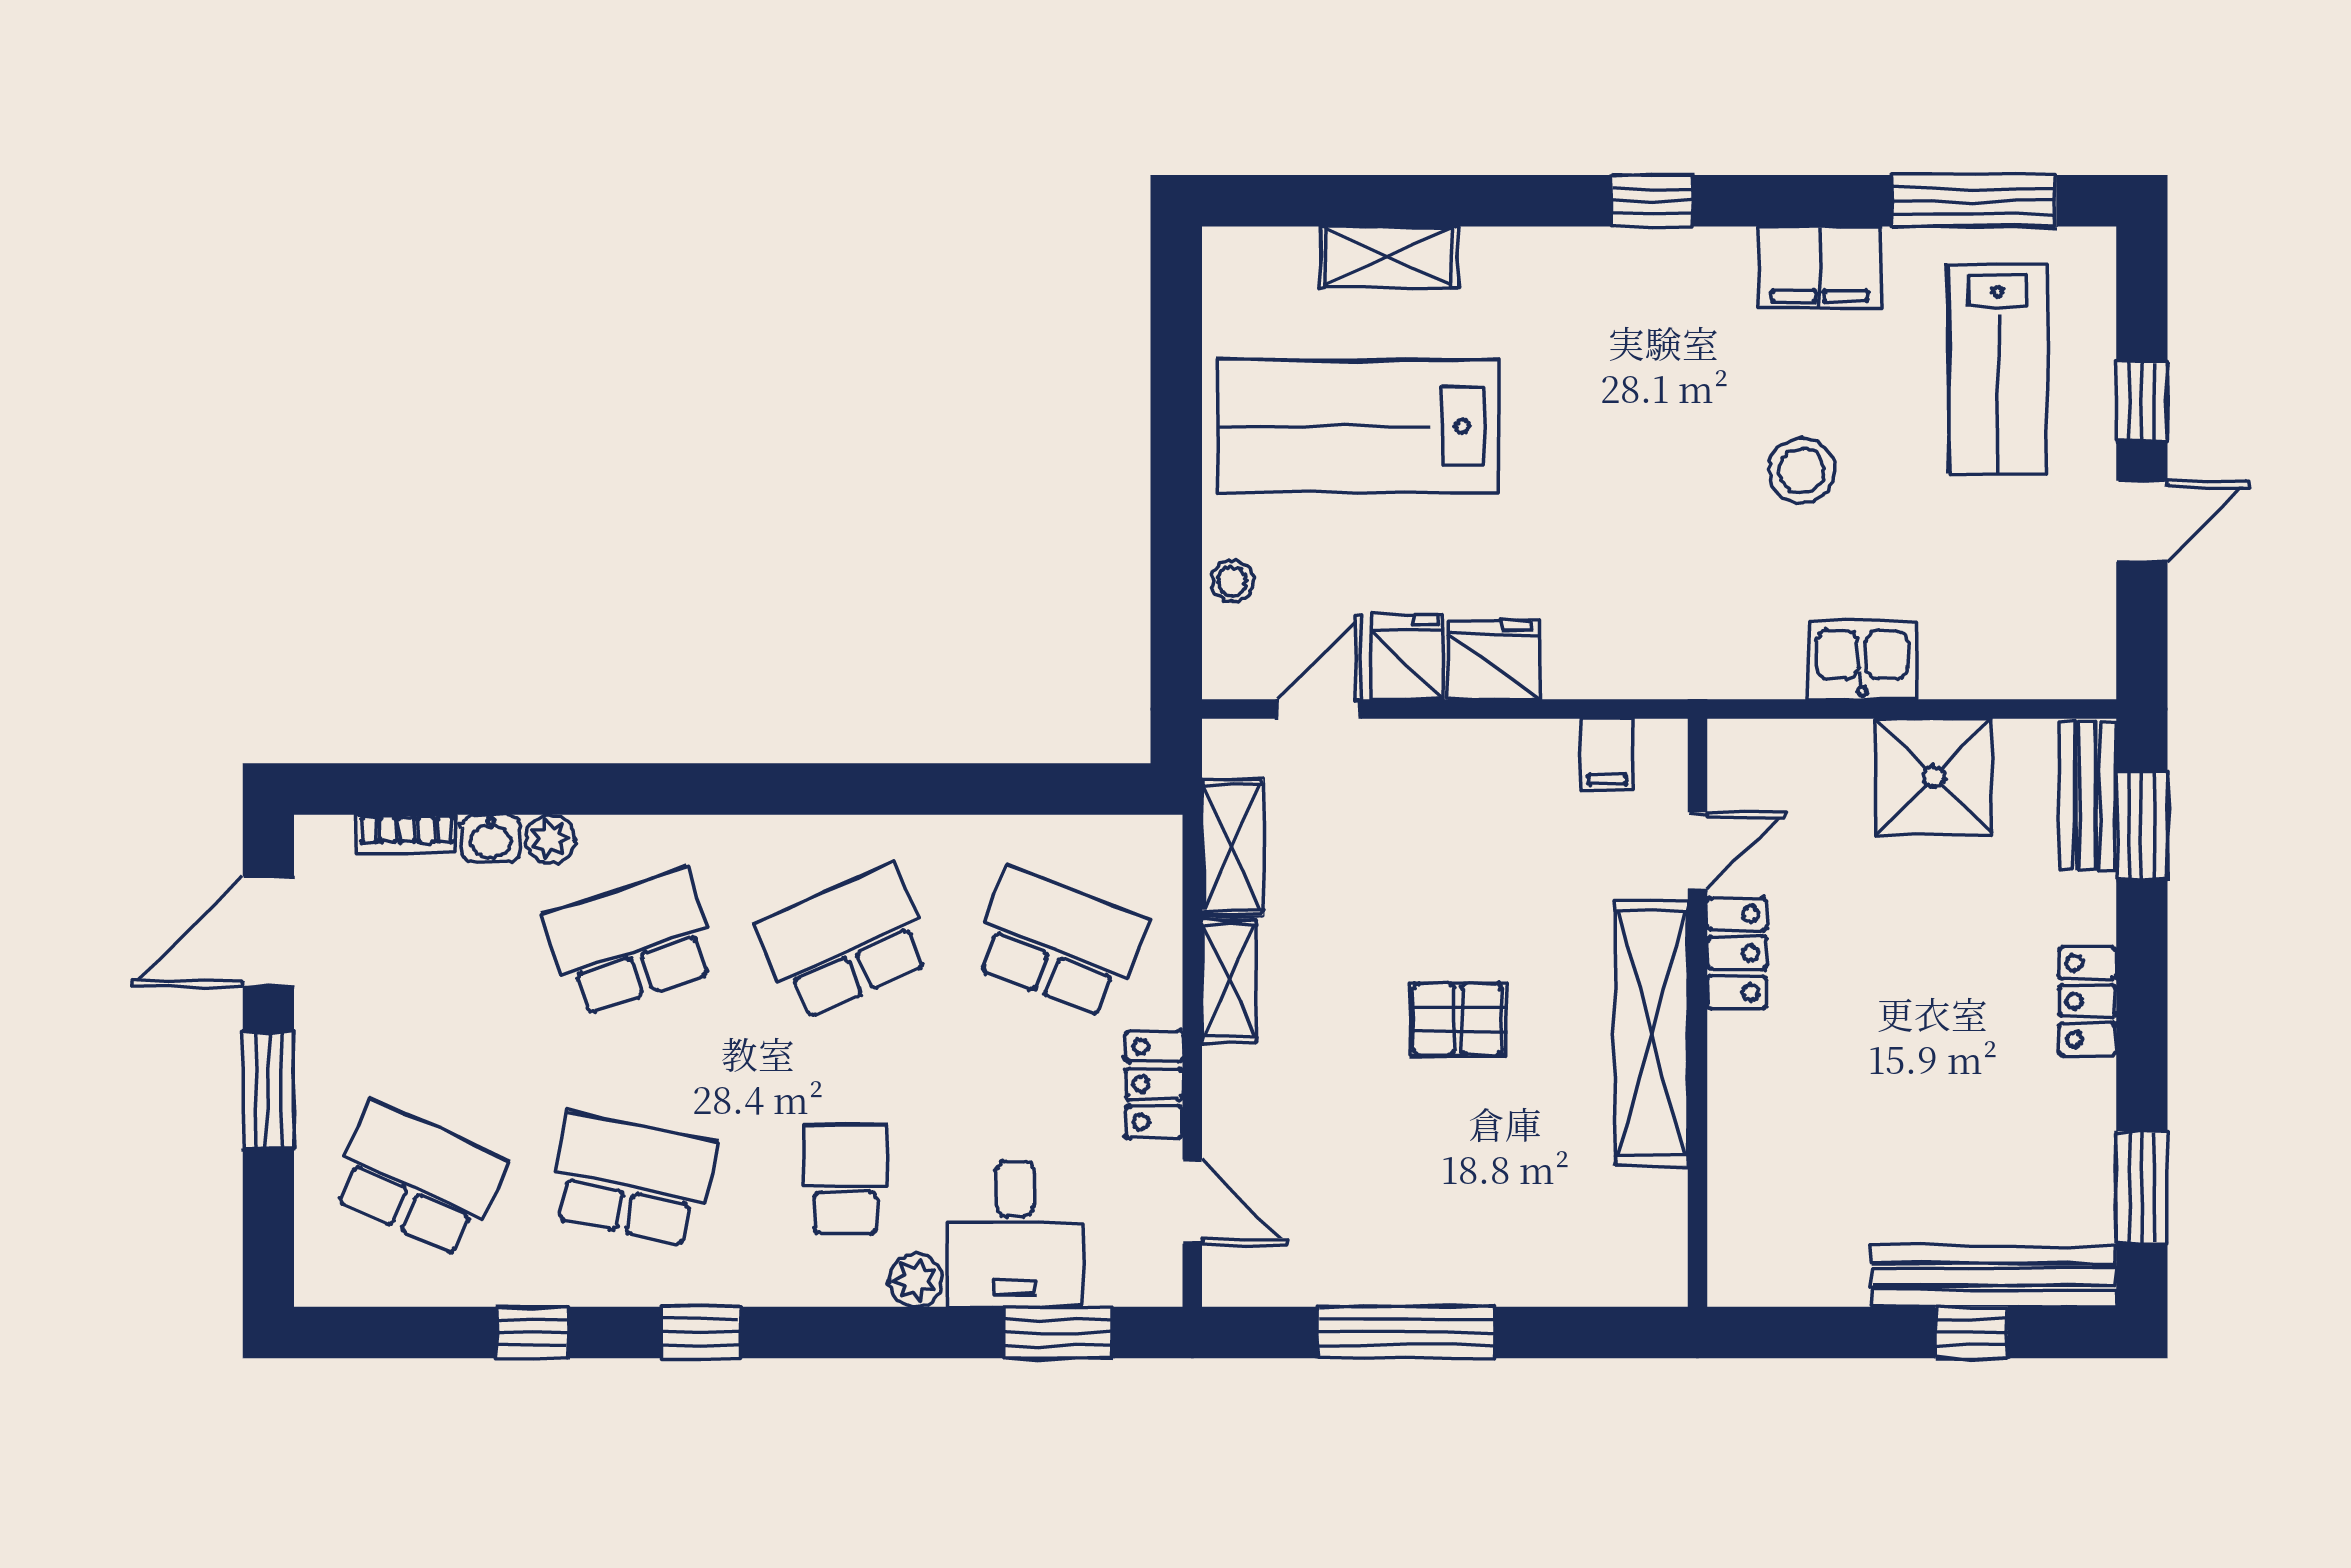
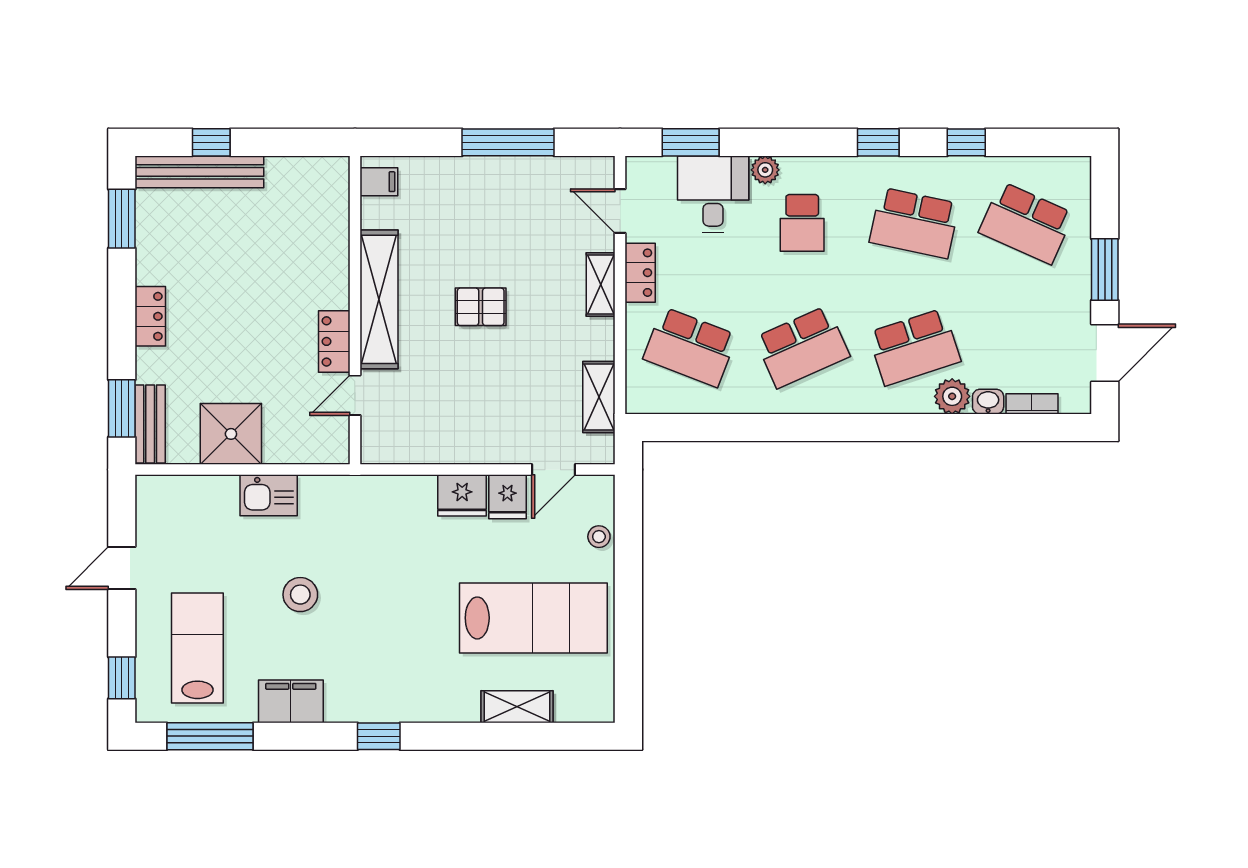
window: (2142, 401) -> (122, 678), moved
filing cabinet: (1607, 755) -> (379, 182), moved, turned 90
plant: (550, 839) -> (952, 396), width x1.38, depth x1.38
shelving: (1229, 981) -> (601, 284), moved

